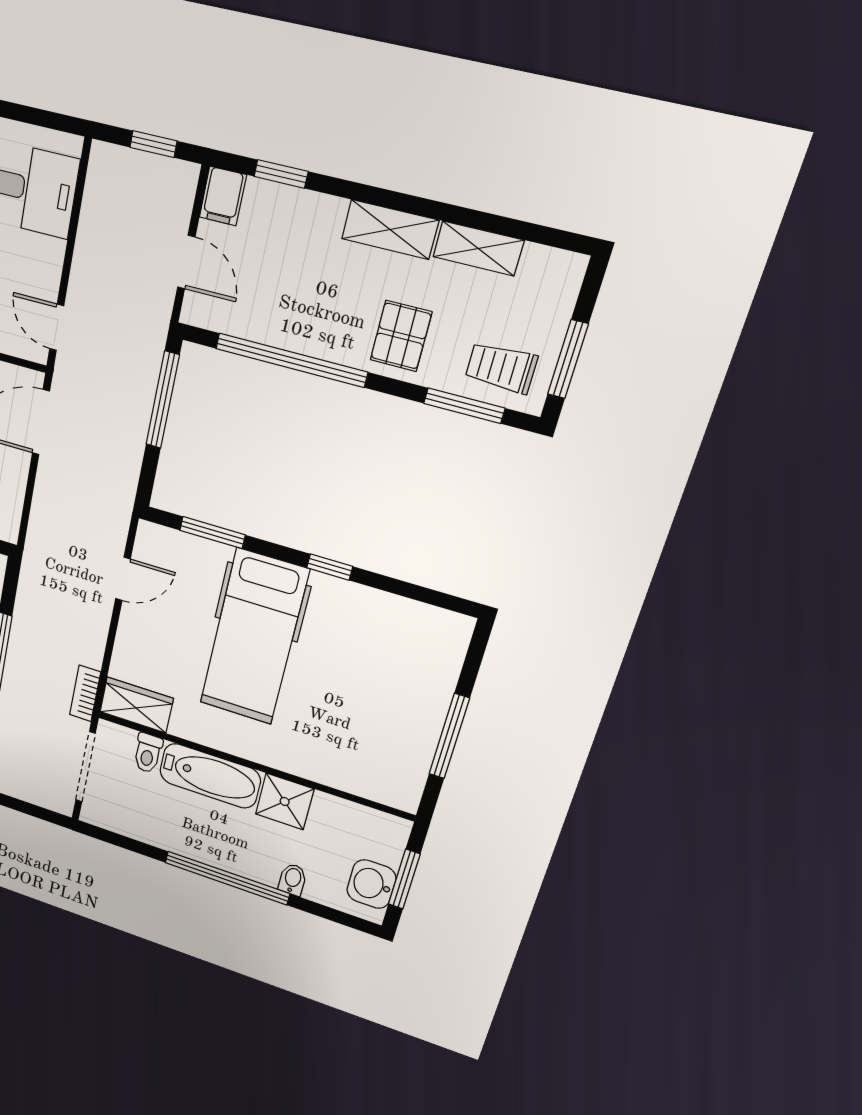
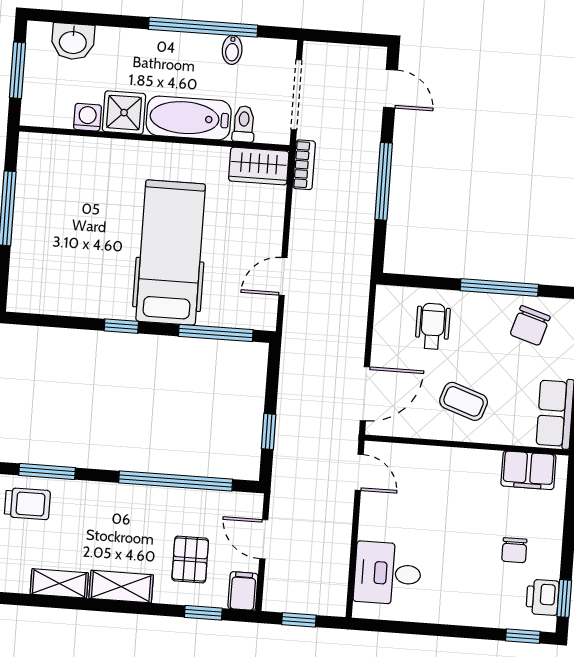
pallet: (401, 336) -> (190, 560), moved
window: (163, 400) -> (269, 431), width x0.46
window: (212, 533) -> (216, 333), width x1.44
washing machine: (329, 808) -> (88, 117), added
window: (227, 878) -> (203, 27), moved
bidet: (293, 879) -> (232, 50), moved
washbasin: (371, 884) -> (73, 41), moved, turned 90

